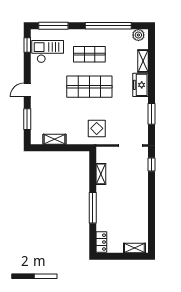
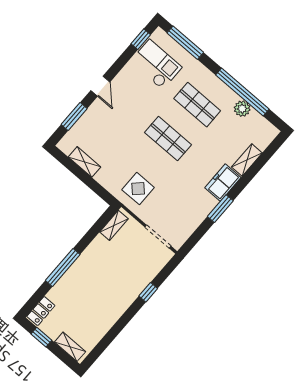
plant: (138, 35) -> (242, 109), moved
shop shelf: (89, 87) -> (168, 139), width x0.70, depth x0.74
door: (27, 90) -> (100, 86), swing flipped
window: (152, 114) -> (220, 209), moved
window: (152, 164) -> (148, 292), moved
shelving: (101, 174) -> (114, 225), moved
window: (114, 256) -> (41, 337), added

